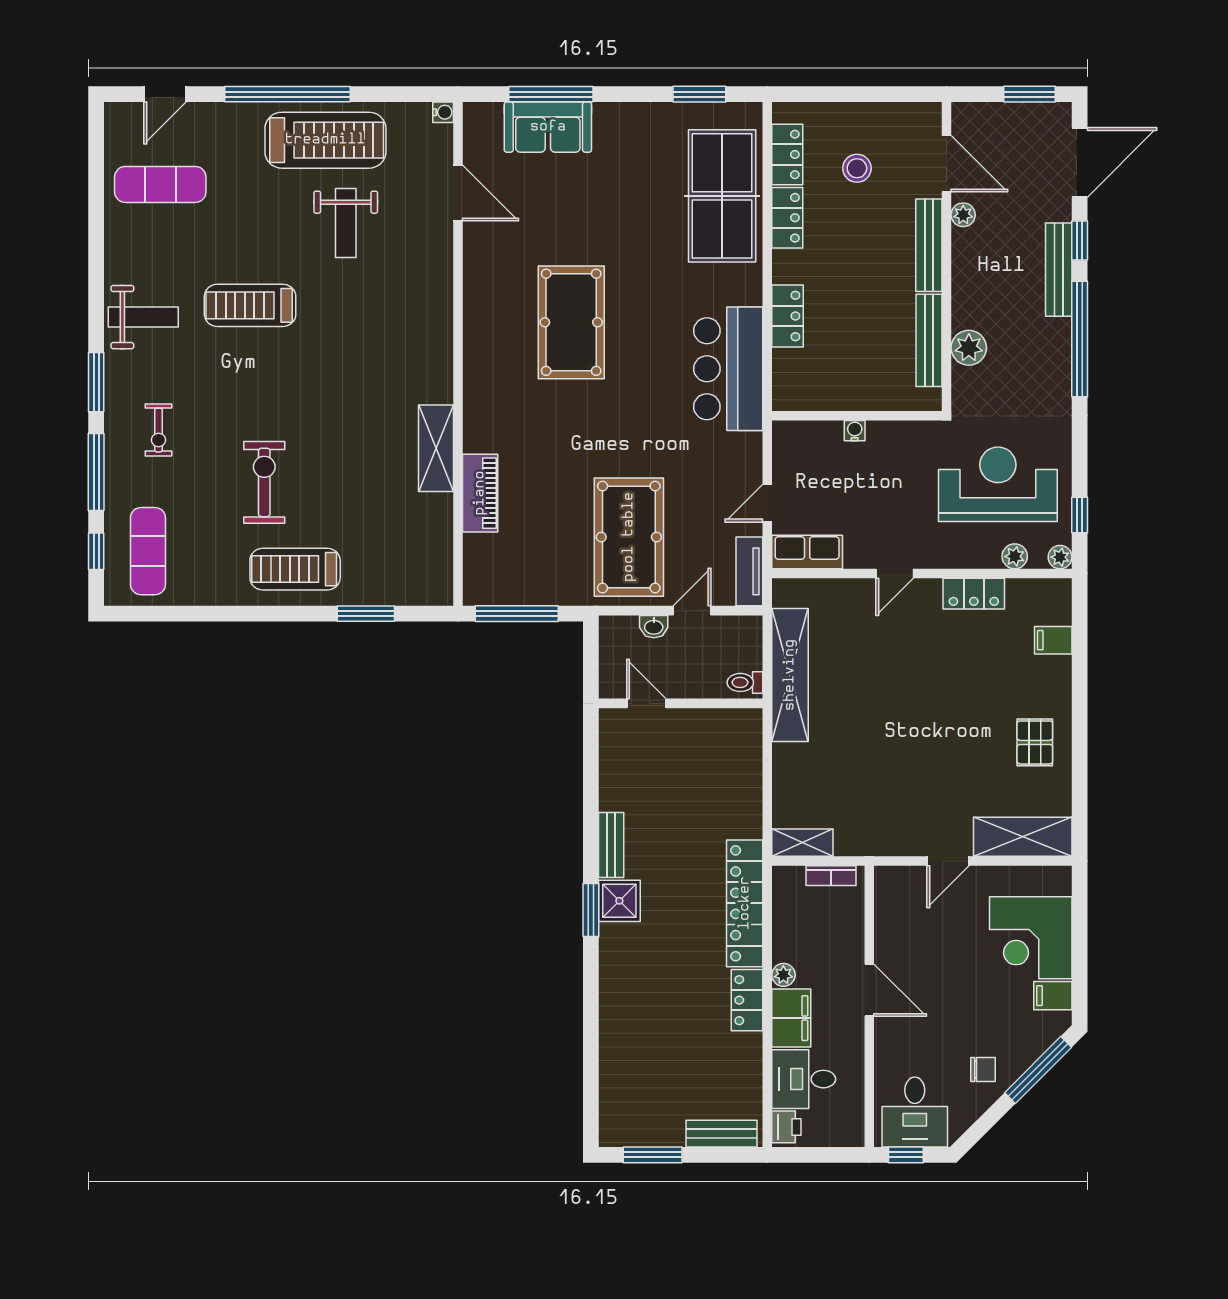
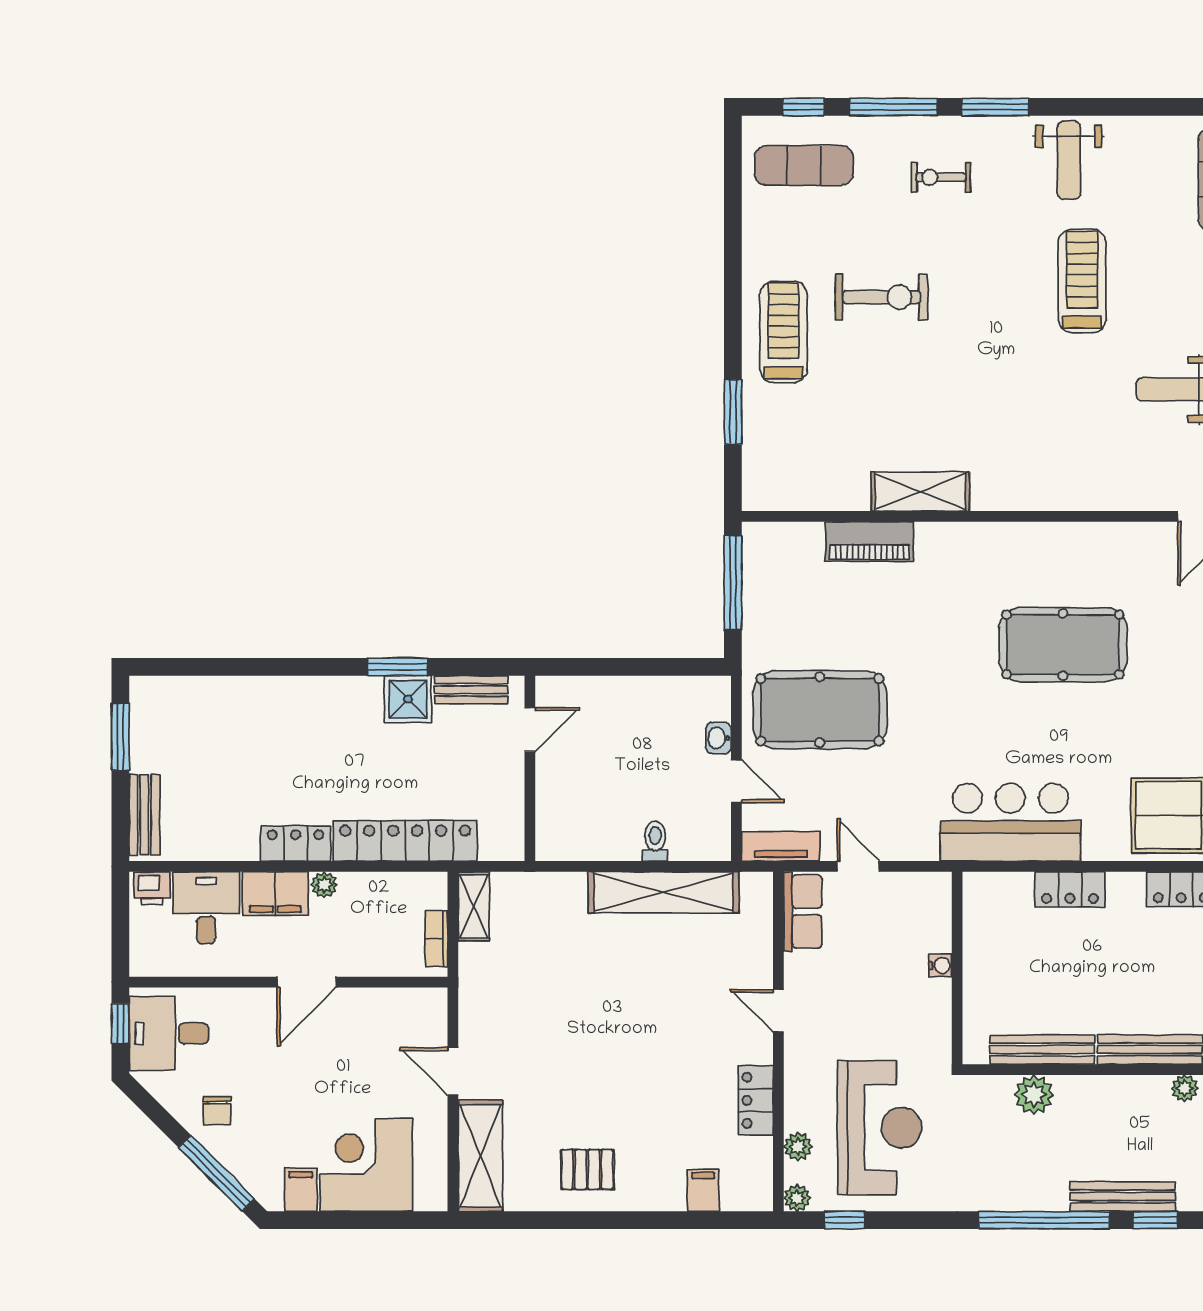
door: (646, 703) -> (530, 730), moved
wall: (681, 703) -> (530, 768), moved

